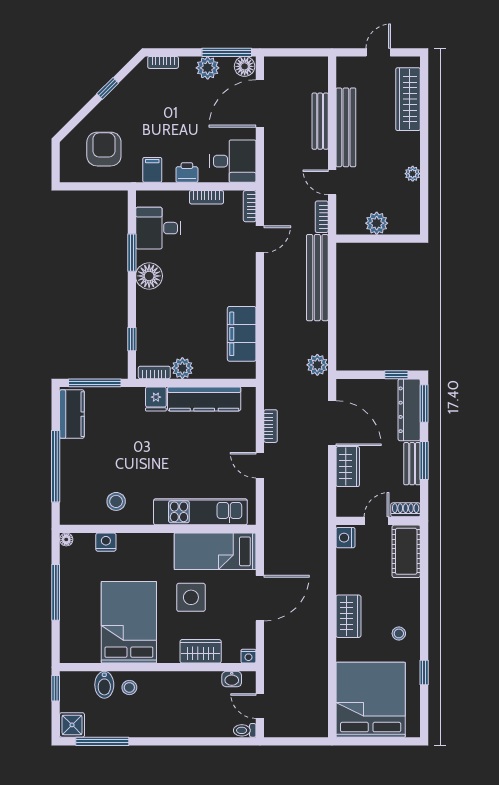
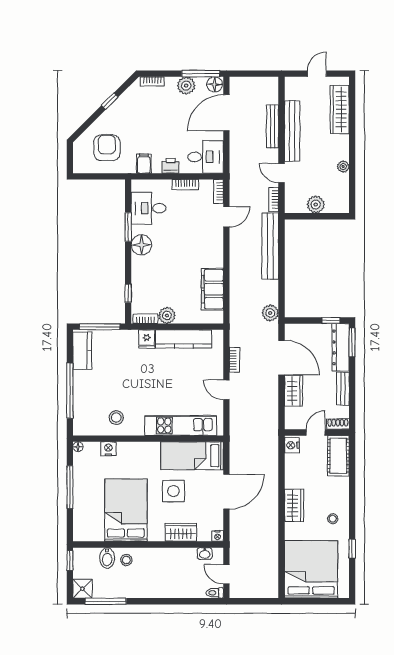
window: (424, 461) -> (352, 386), removed

